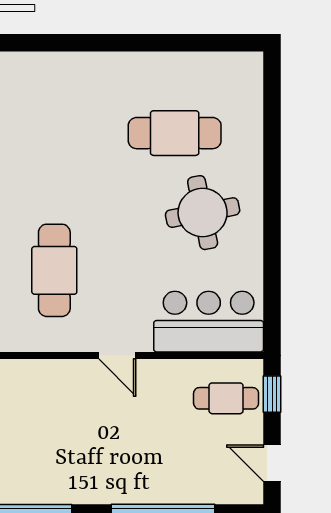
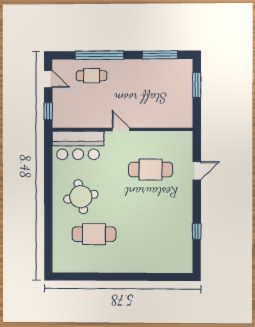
cafe table: (54, 270) -> (151, 170), turned 90
cafe table: (226, 398) -> (92, 76), moved

